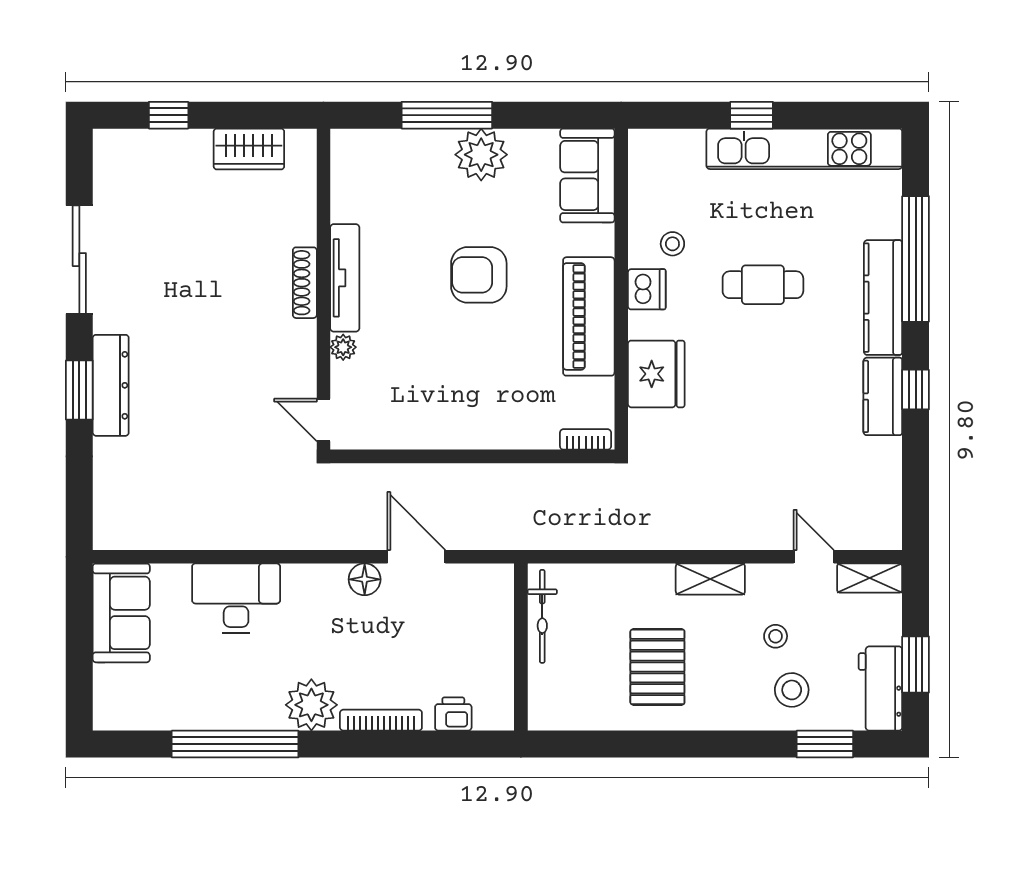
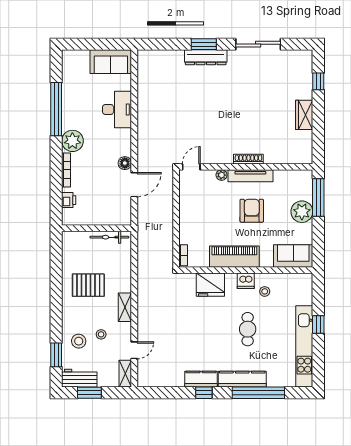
tv unit: (345, 278) -> (250, 176), moved
shoe rack: (305, 283) -> (248, 159), moved
wall: (323, 289) -> (246, 167), moved
plant: (343, 347) -> (222, 175), moved
door: (323, 420) -> (191, 167), moved

